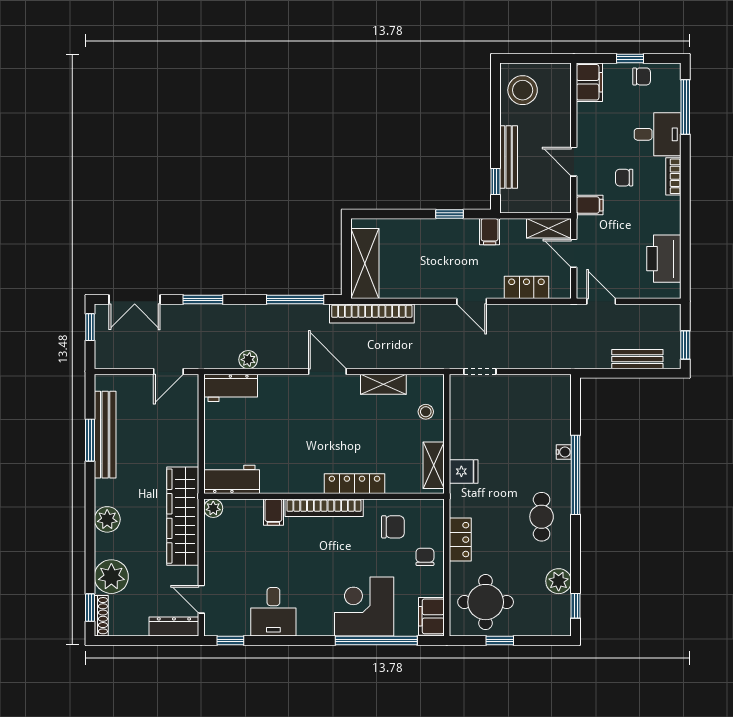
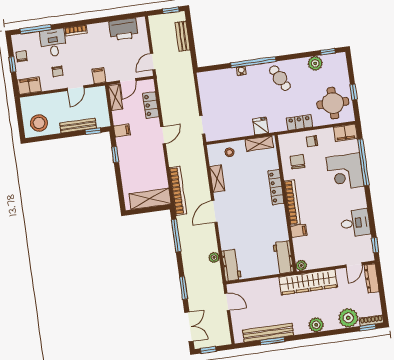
chair: (624, 178) -> (58, 71), moved
cafe table: (542, 517) -> (280, 78), turned 62

